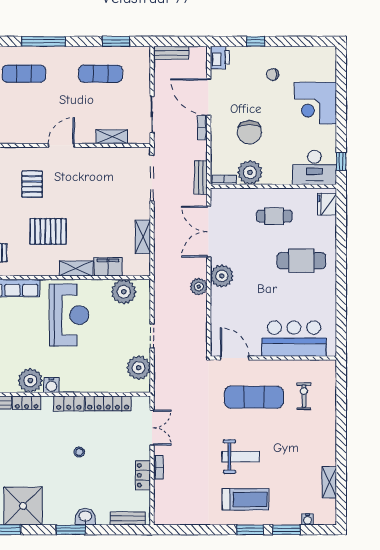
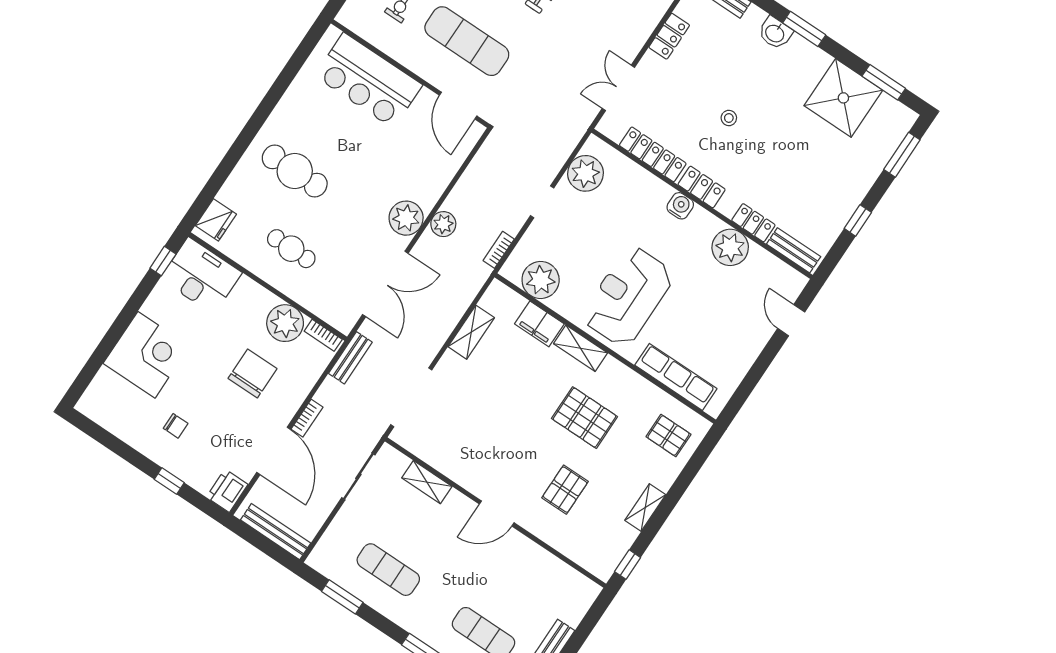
bench: (171, 53) -> (276, 532), width x1.36
water cooler: (51, 385) -> (680, 206), moved
bookcase: (158, 467) -> (499, 250), moved

